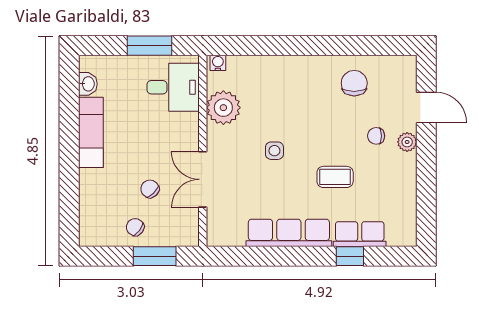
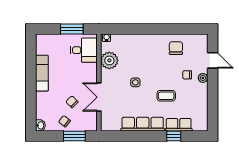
washbasin: (88, 84) -> (40, 125), moved

